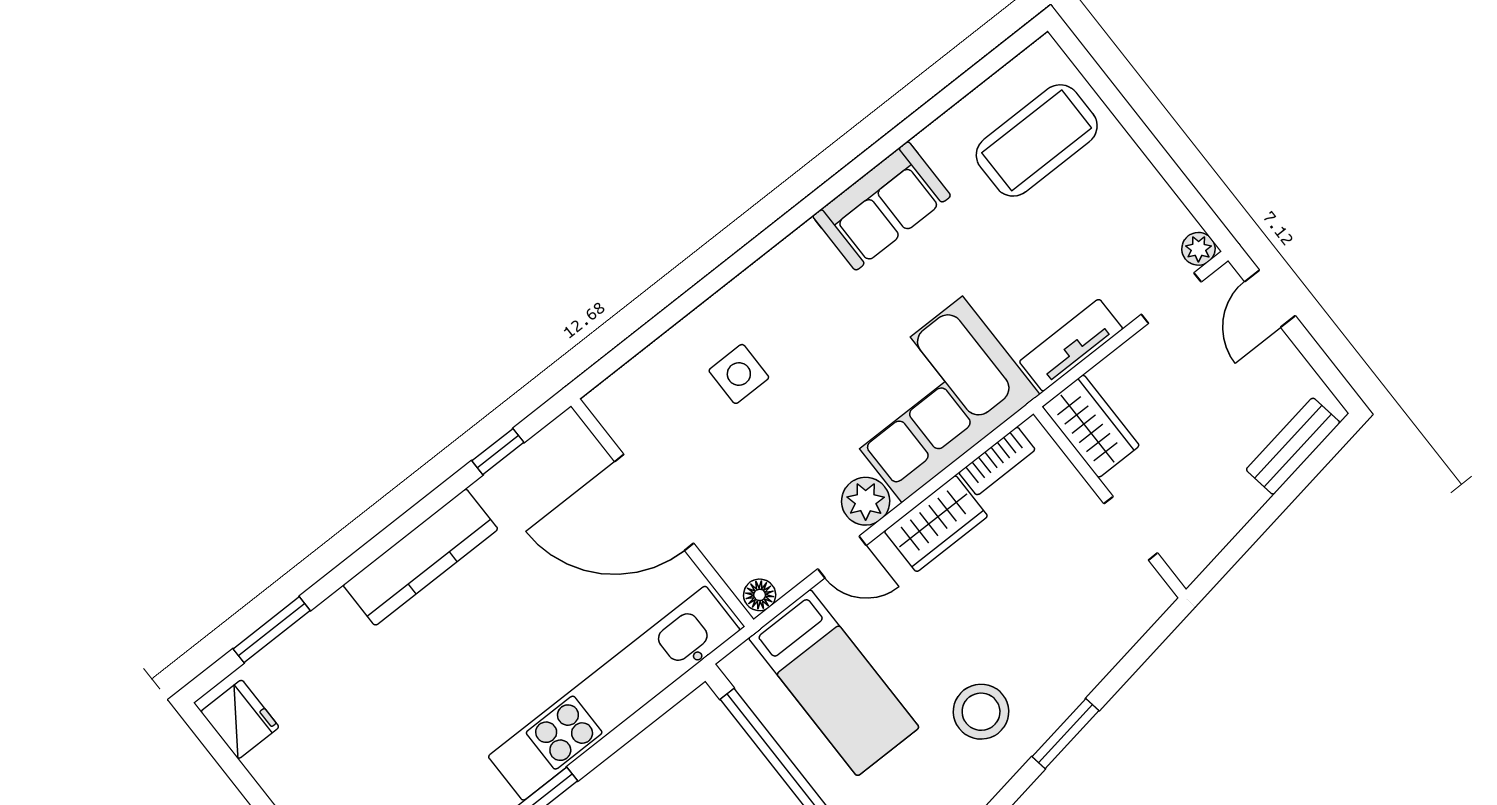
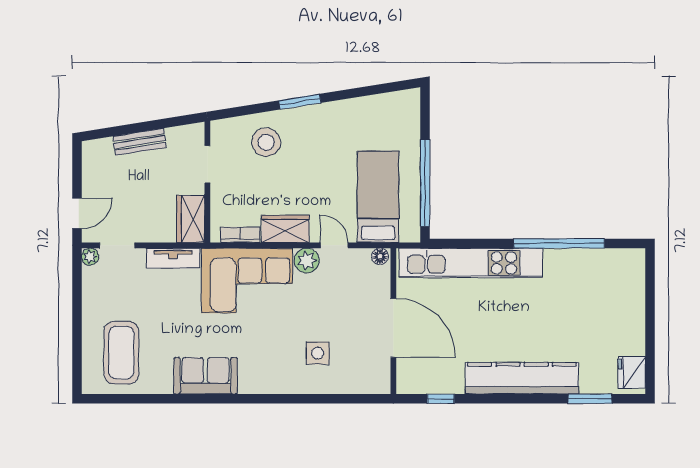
coffee table: (1037, 140) -> (121, 353), turned 90
bench: (1293, 446) -> (140, 142), moved
kitchen counter: (420, 557) -> (522, 378), width x1.39, depth x1.17
stool: (981, 712) -> (266, 142), moved

